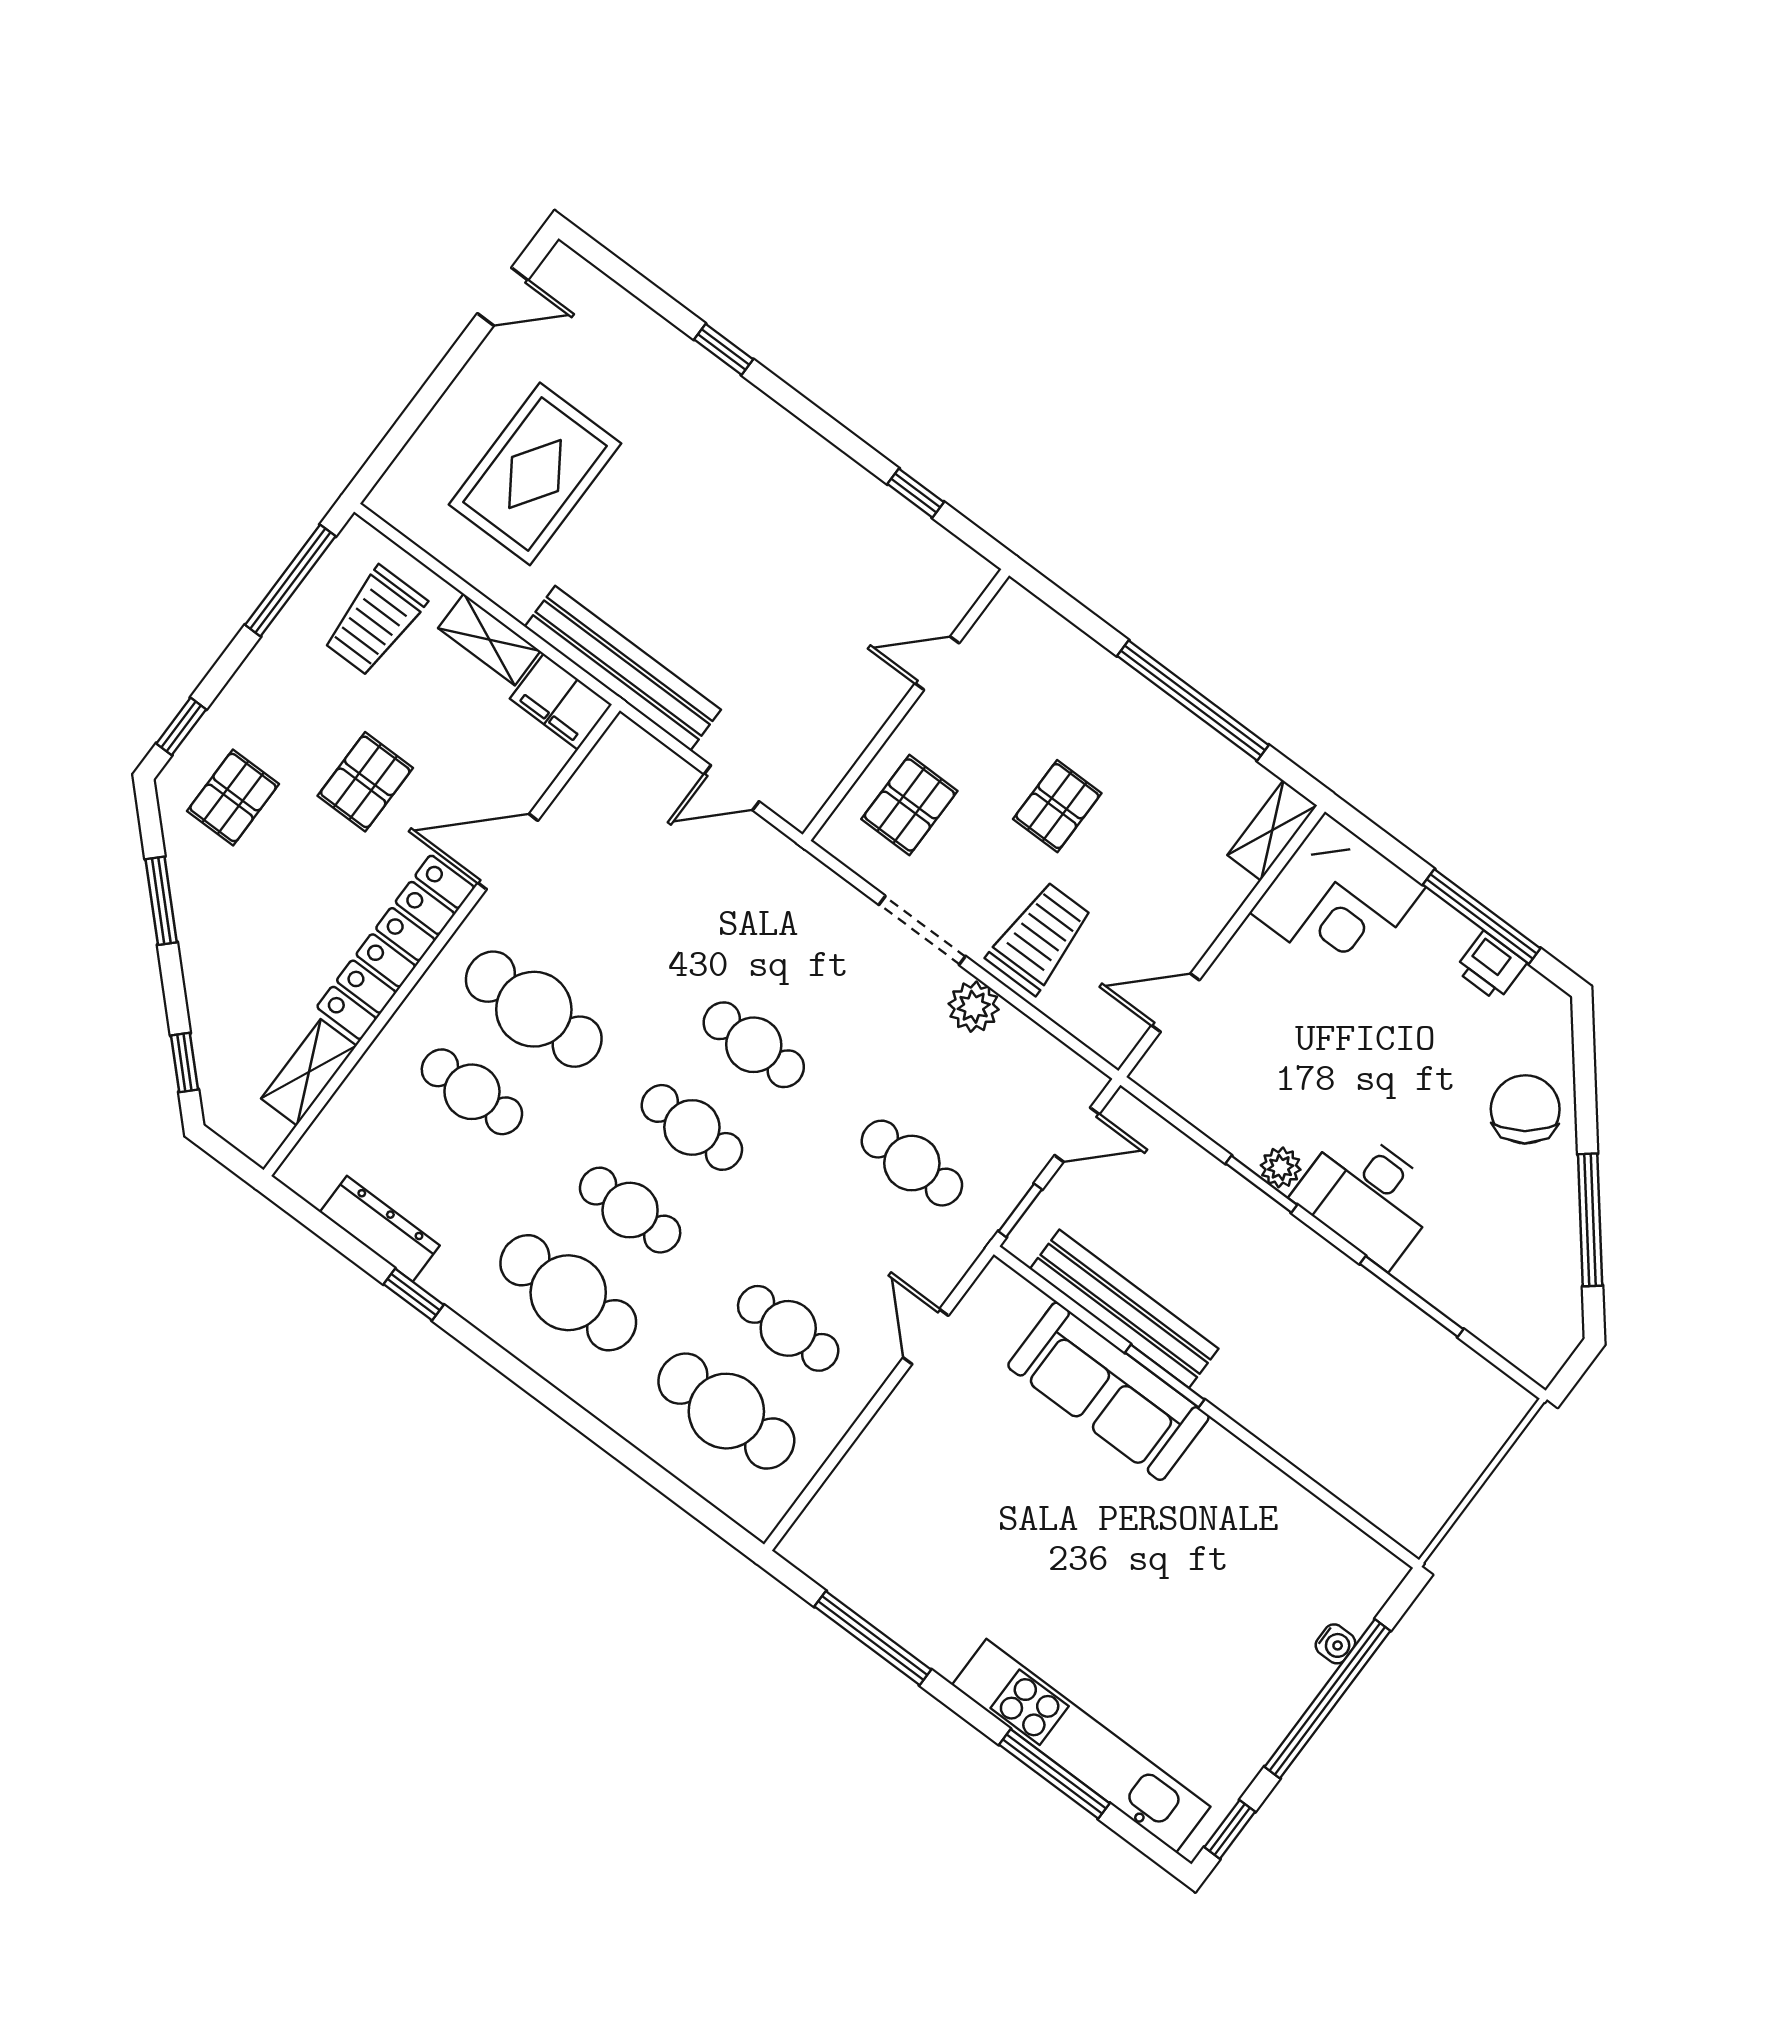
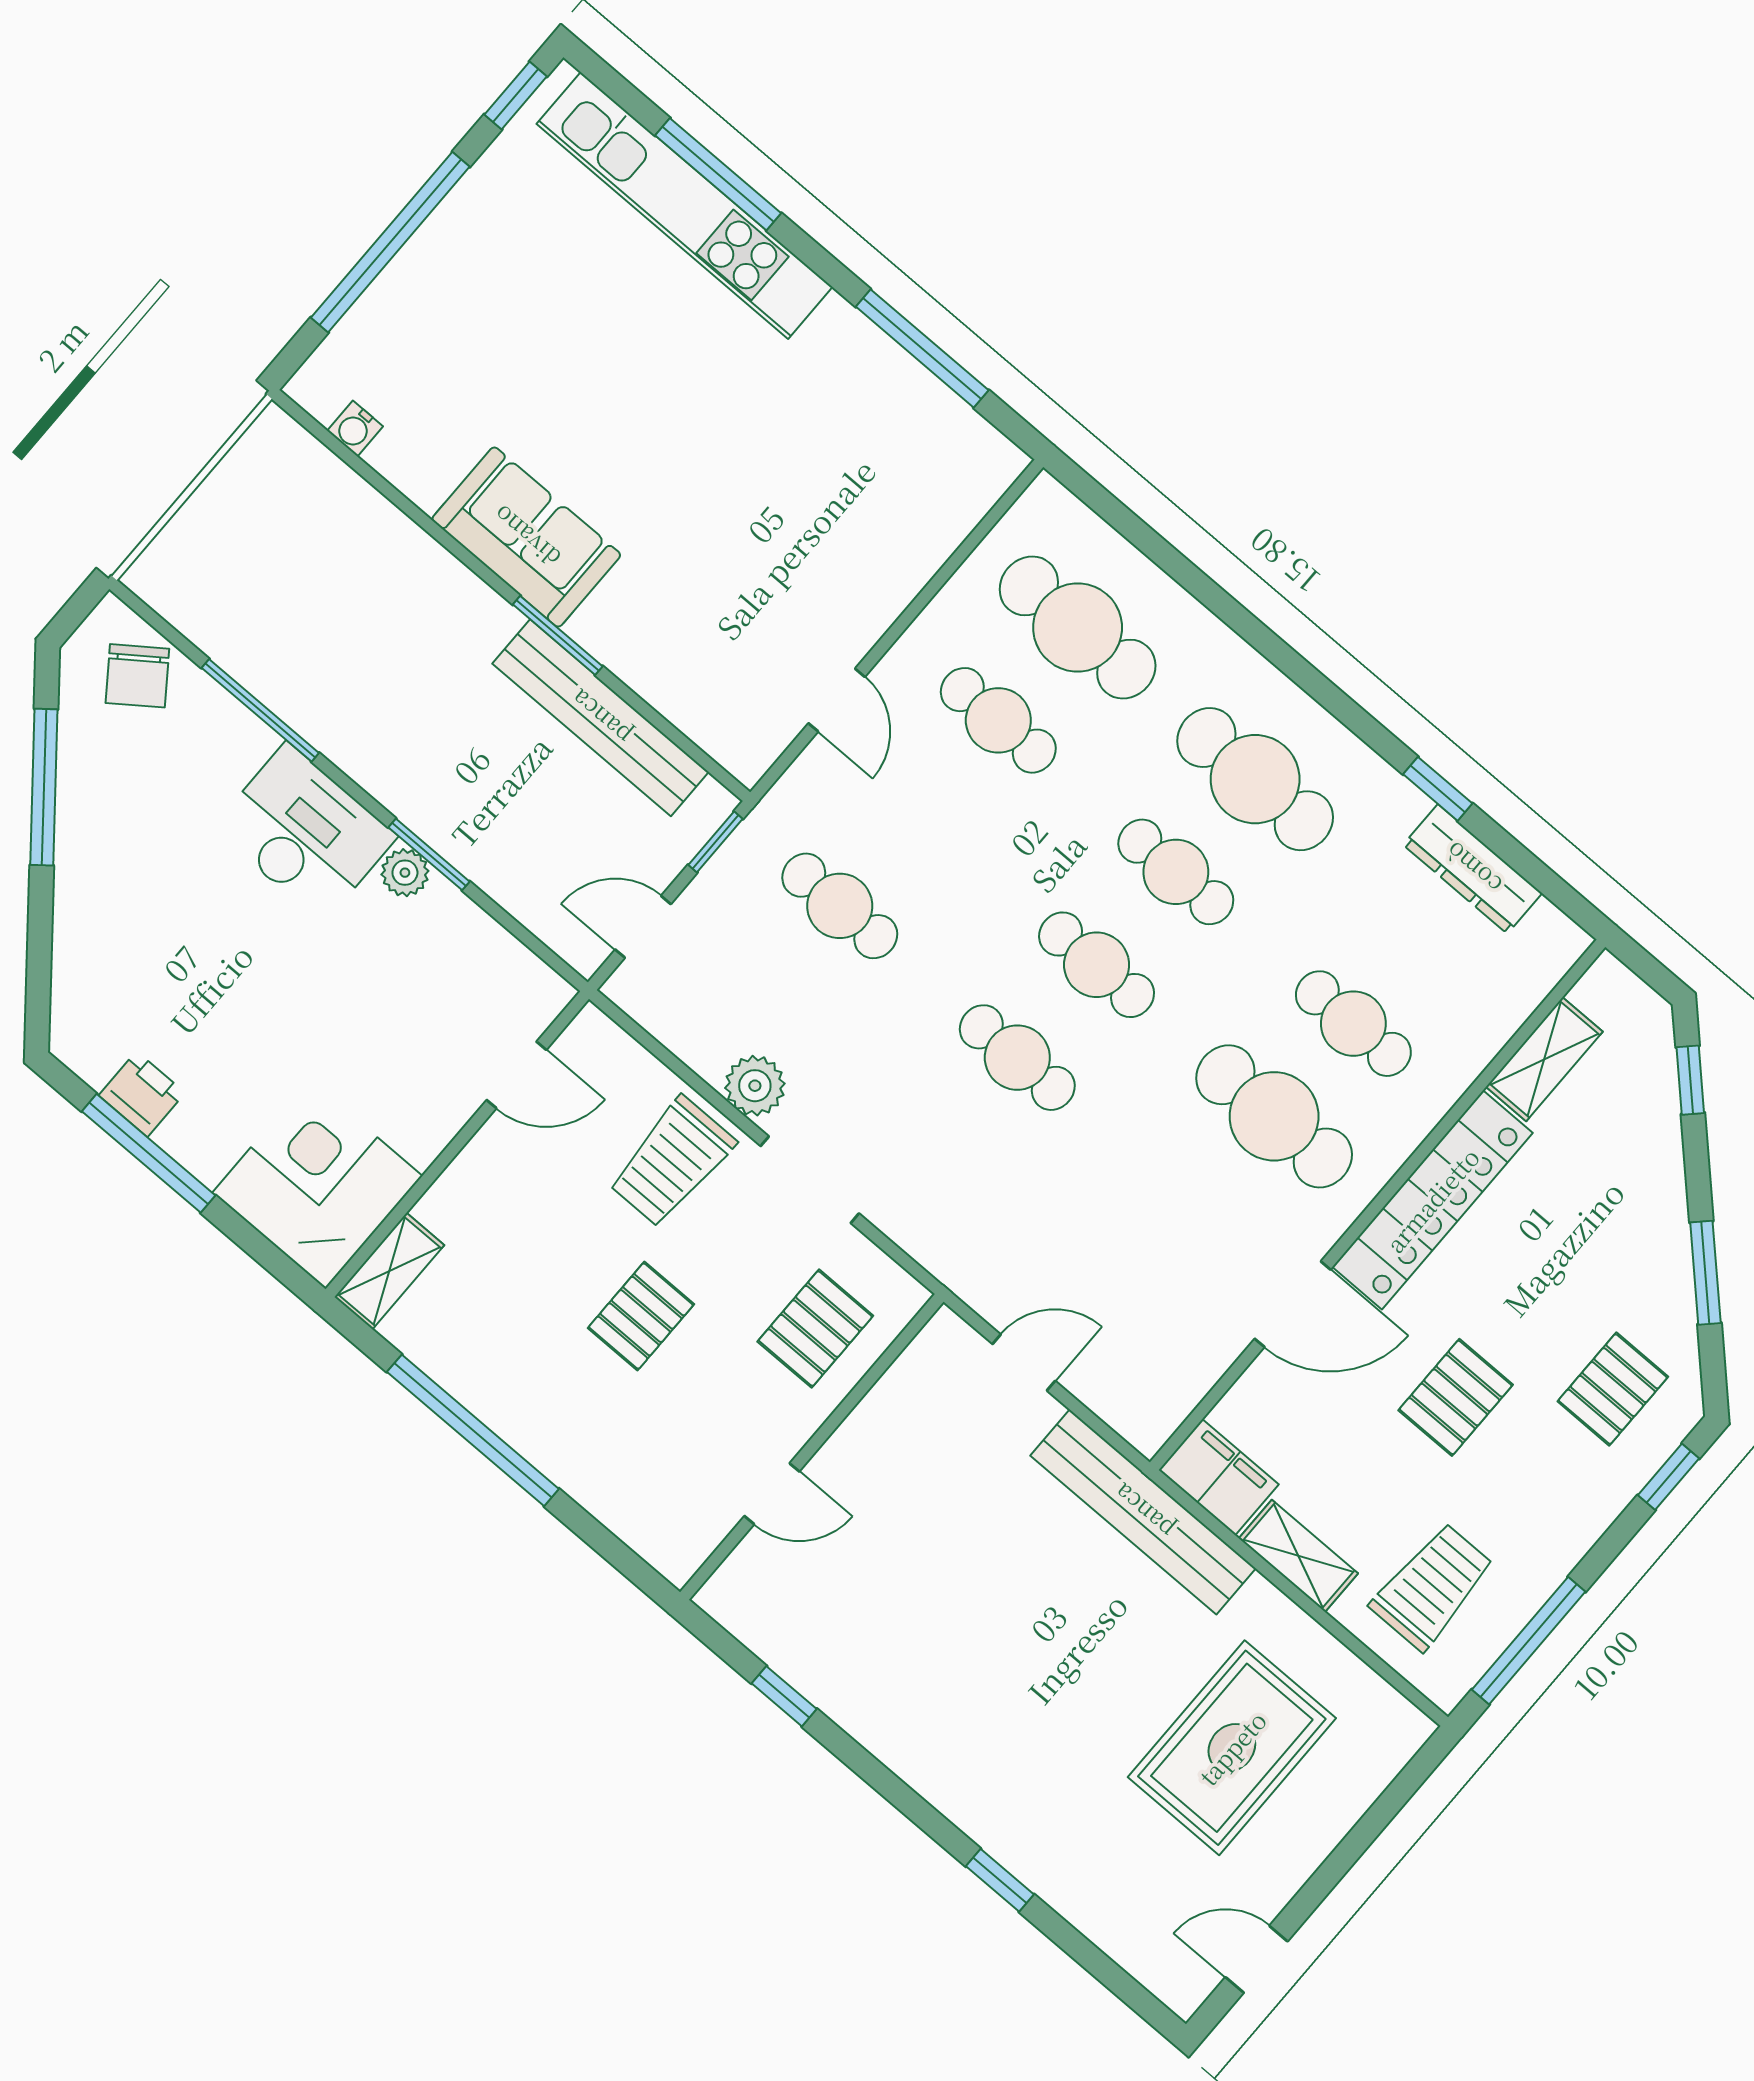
chair: (1525, 1109) -> (137, 676), moved, width x0.73, depth x0.73
sofa: (1108, 1391) -> (526, 537), moved, width x0.73
water cooler: (1335, 1644) -> (355, 429), moved, turned -90

